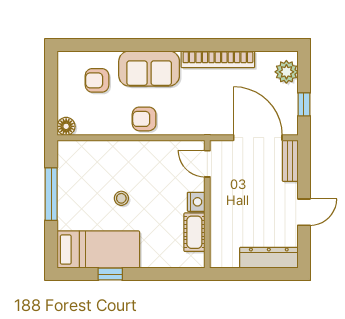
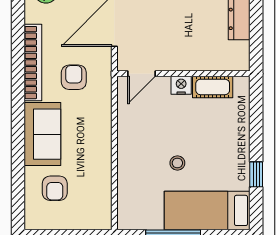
armchair: (144, 119) -> (74, 77), moved, turned 180
floor lamp: (66, 126) -> (103, 220), removed
bed: (98, 250) -> (207, 210), moved, turned -90

